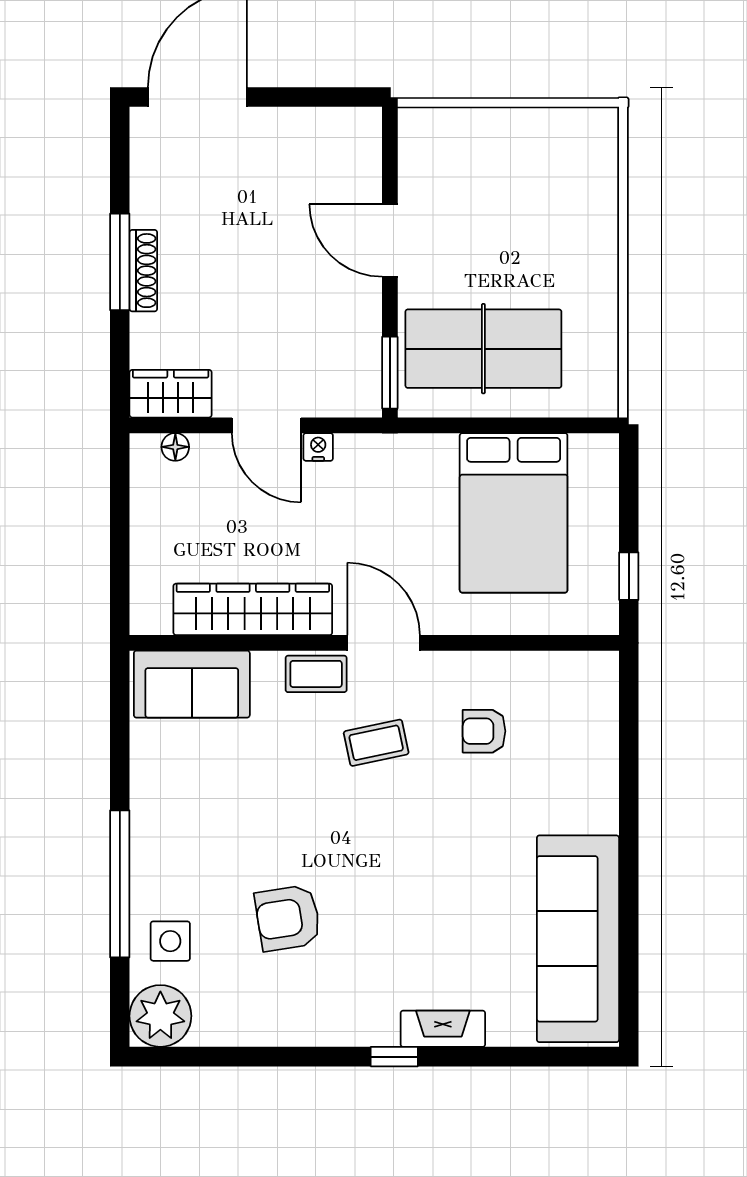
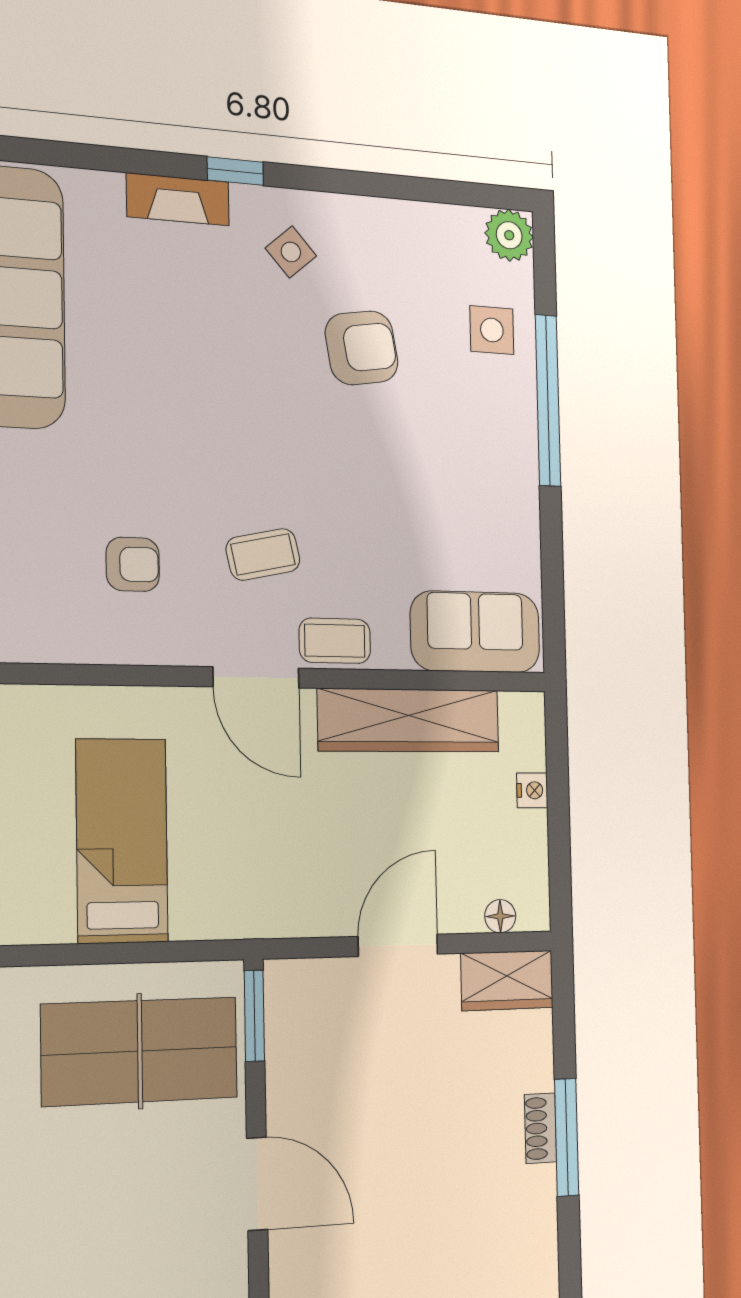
shoe rack: (143, 271) -> (541, 1128), width x0.70
door: (267, 425) -> (398, 945), hinge flipped
nightstand: (318, 447) -> (532, 790), moved, turned -90
bed: (514, 513) -> (122, 841), width x0.67
side table: (348, 994) -> (291, 252), added
plant: (160, 1016) -> (509, 235), width x0.73, depth x0.73

